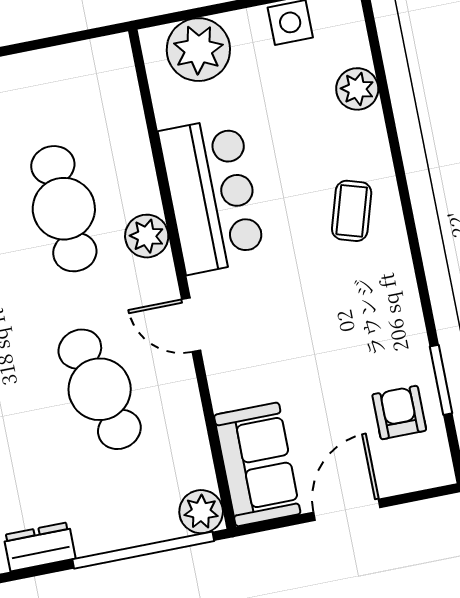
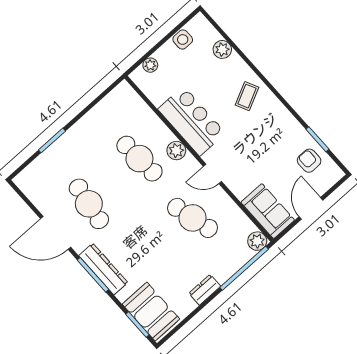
plant: (198, 50) -> (150, 65), width x0.53, depth x0.53
coffee table: (352, 211) -> (247, 96), turned 47

